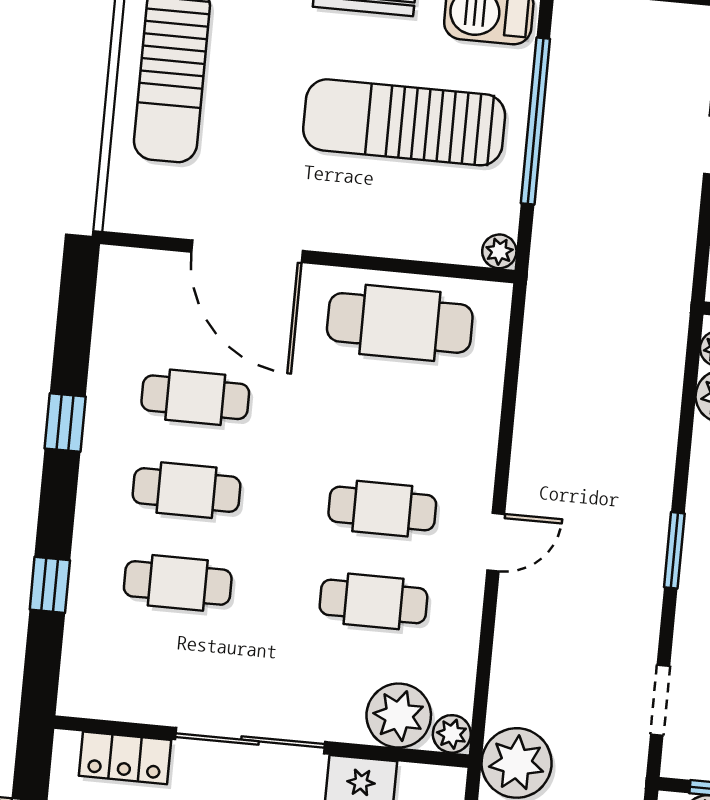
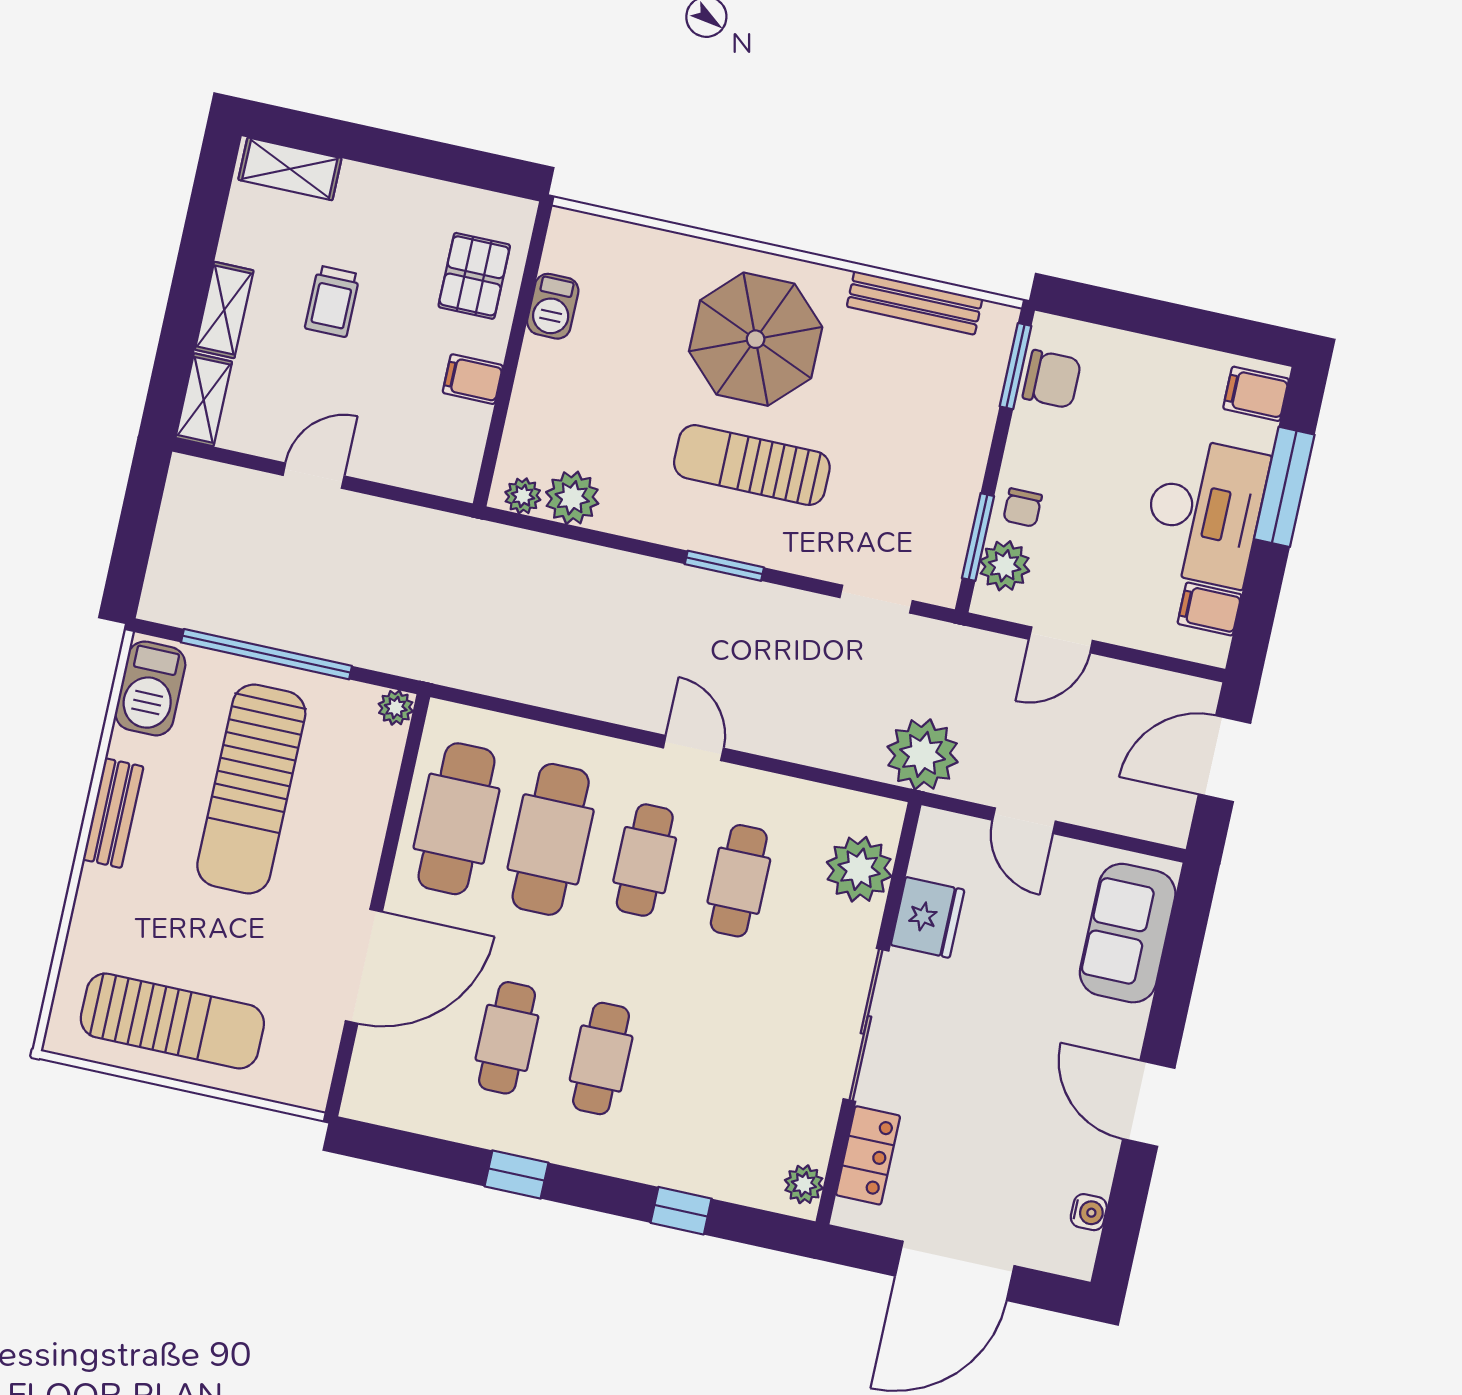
cafe table: (178, 583) -> (551, 839), moved, width x1.37, depth x1.35
plant: (452, 734) -> (804, 1184), moved

